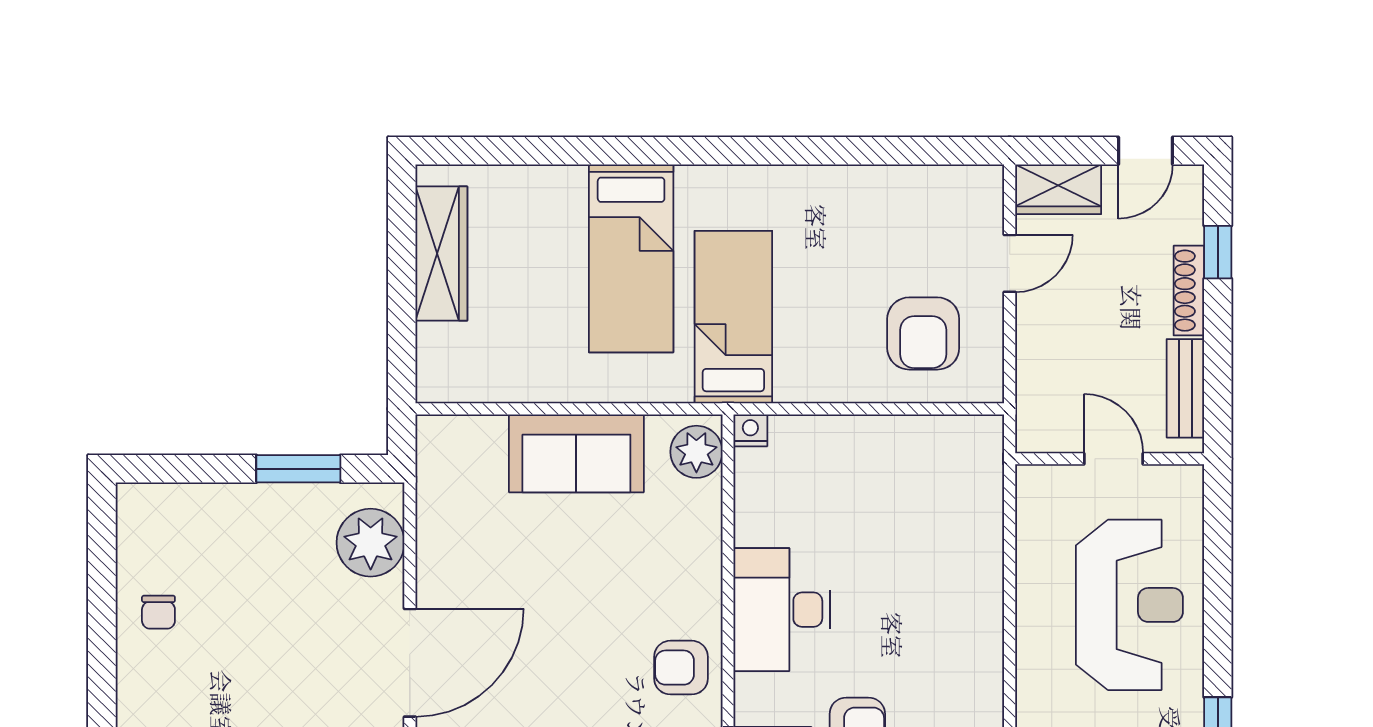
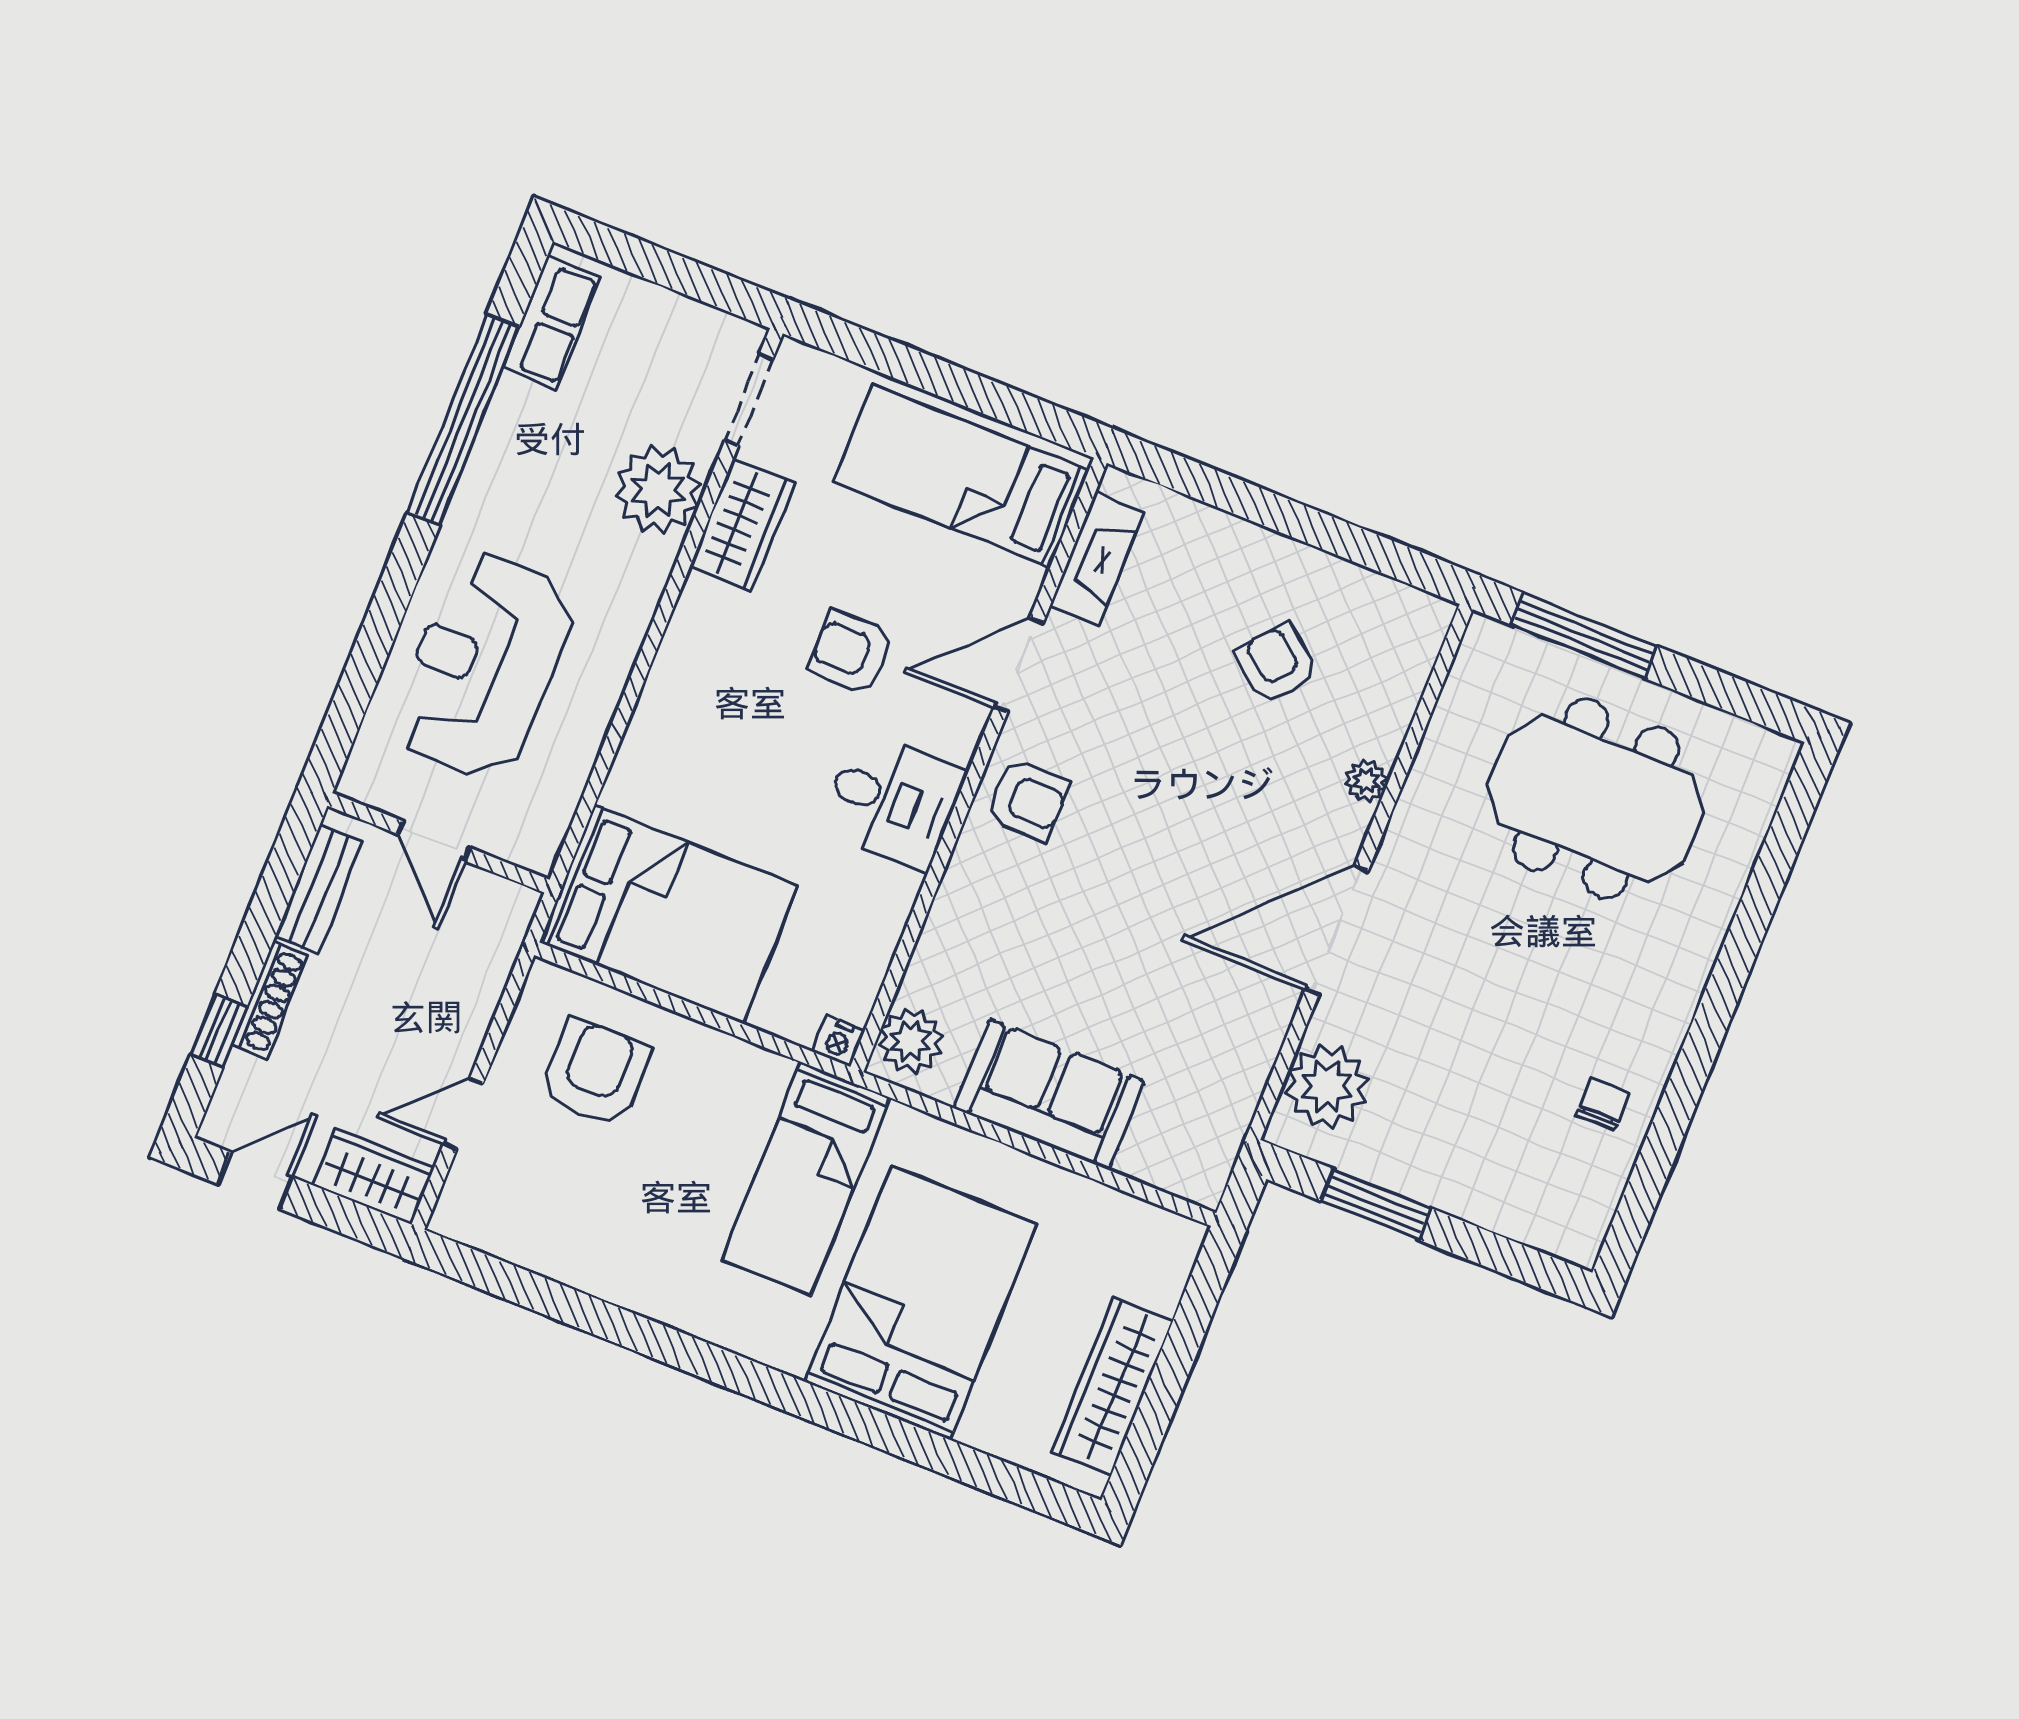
bed: (631, 258) -> (921, 1303), width x1.50
bed: (916, 474) -> (669, 914), added
desk: (782, 610) -> (892, 801), width x0.73

